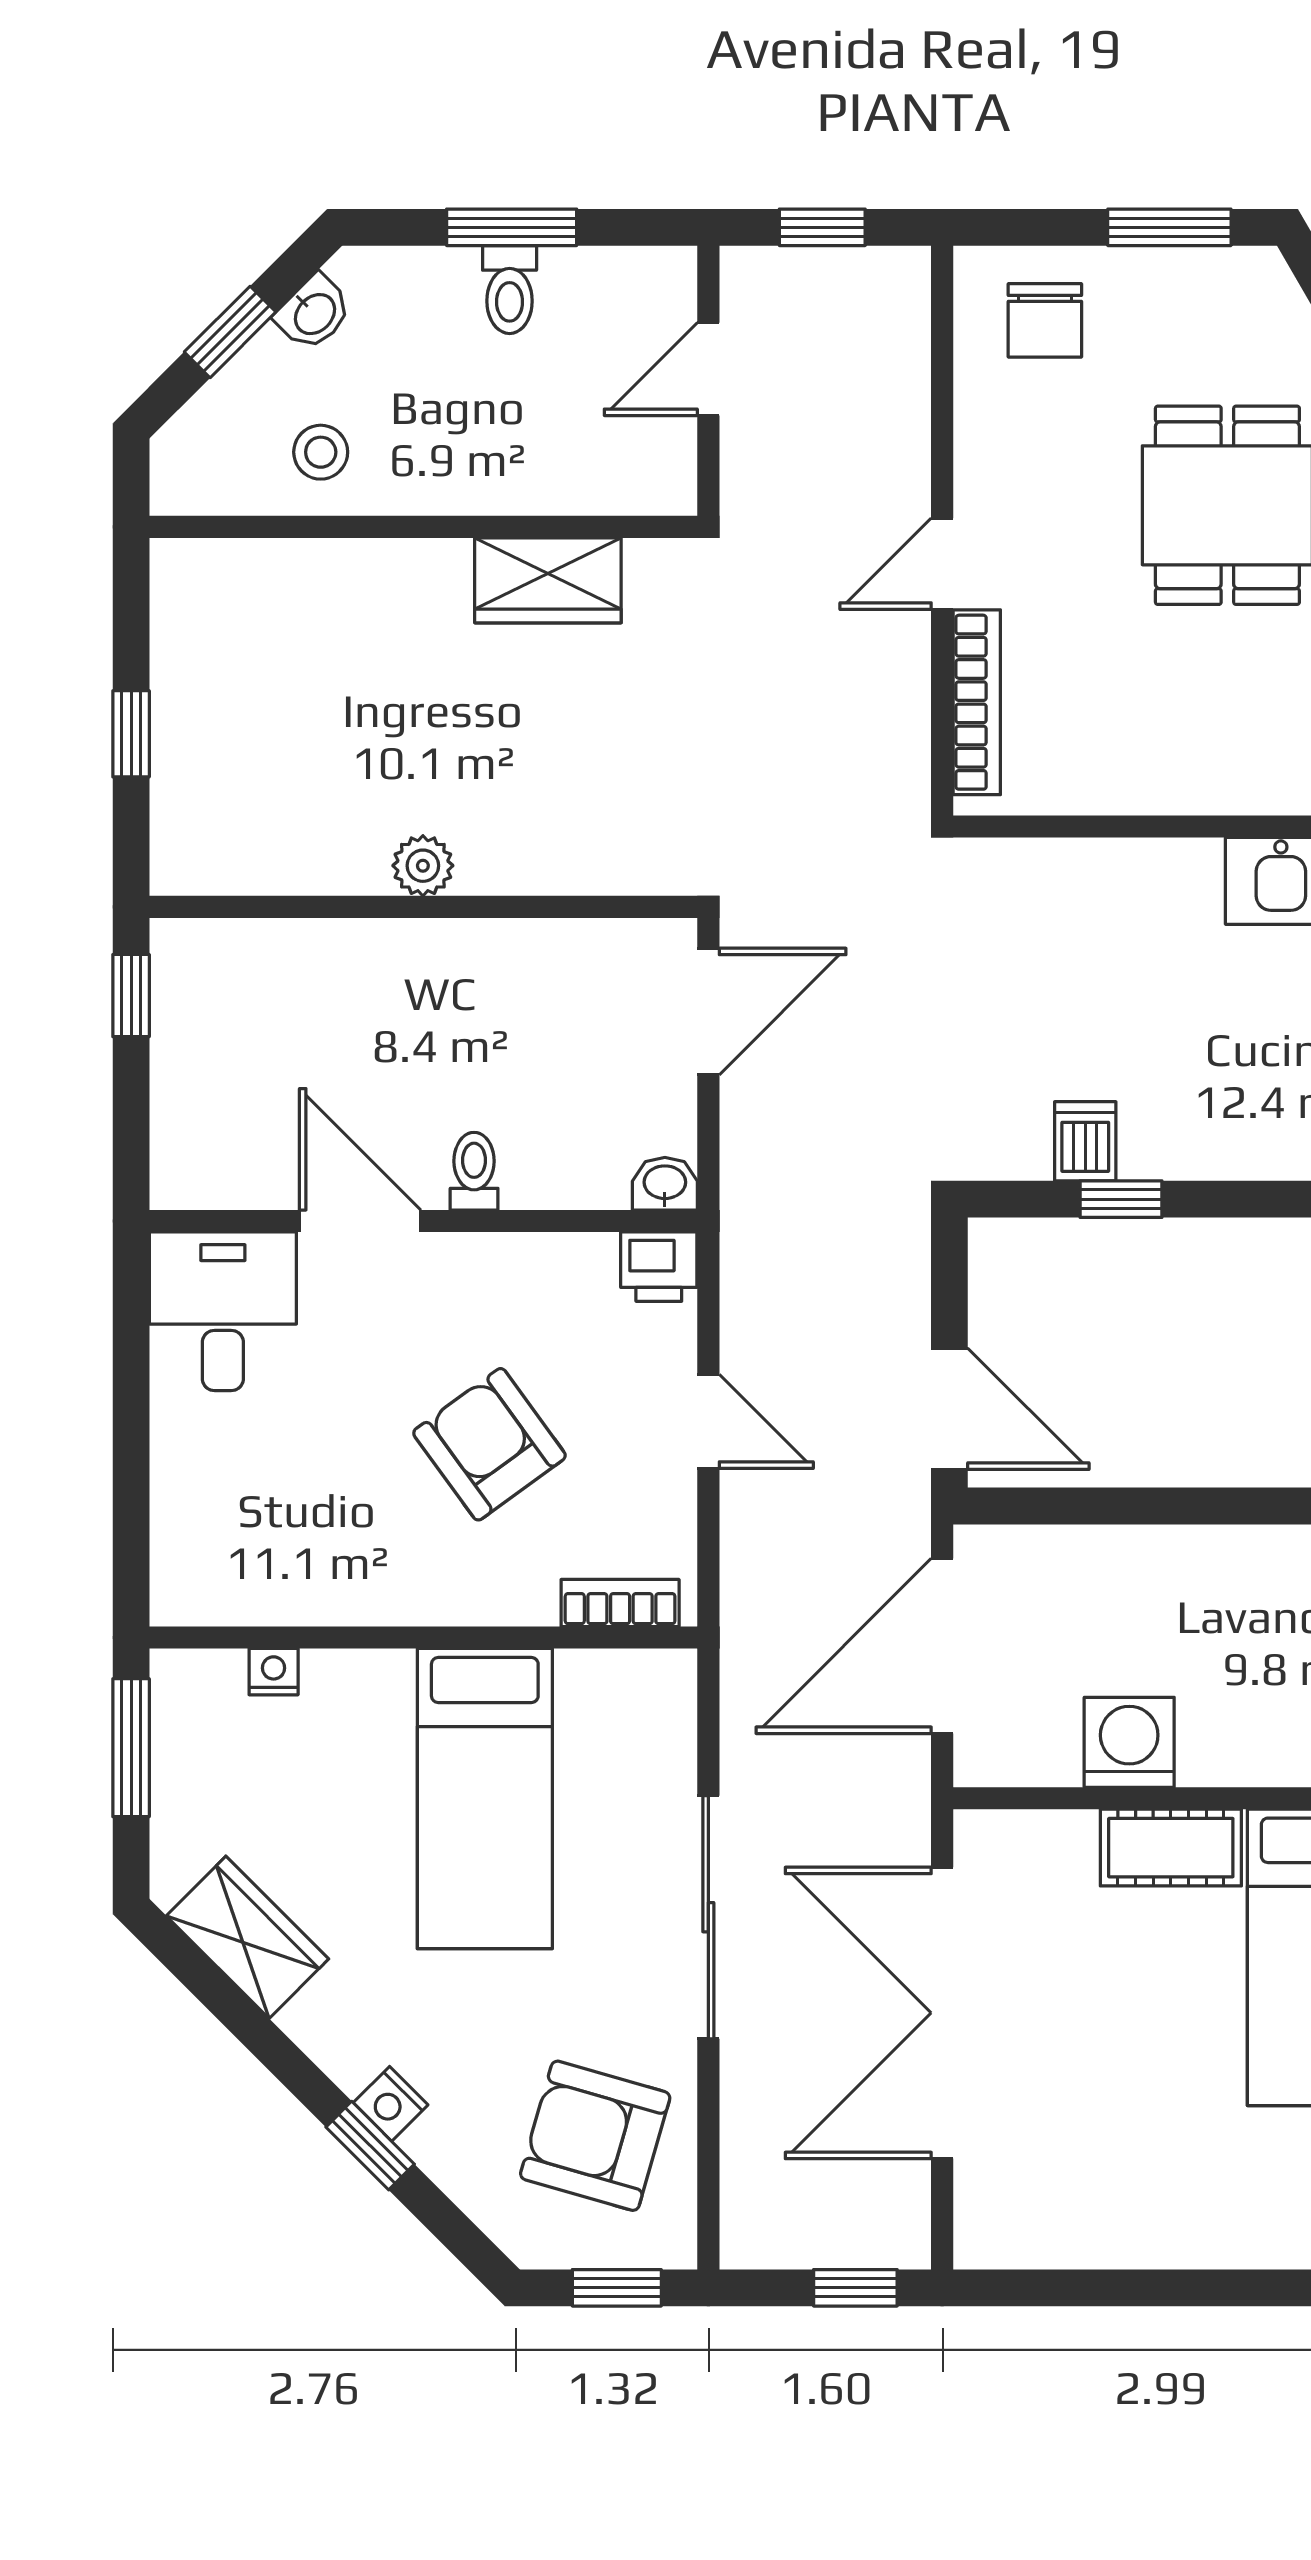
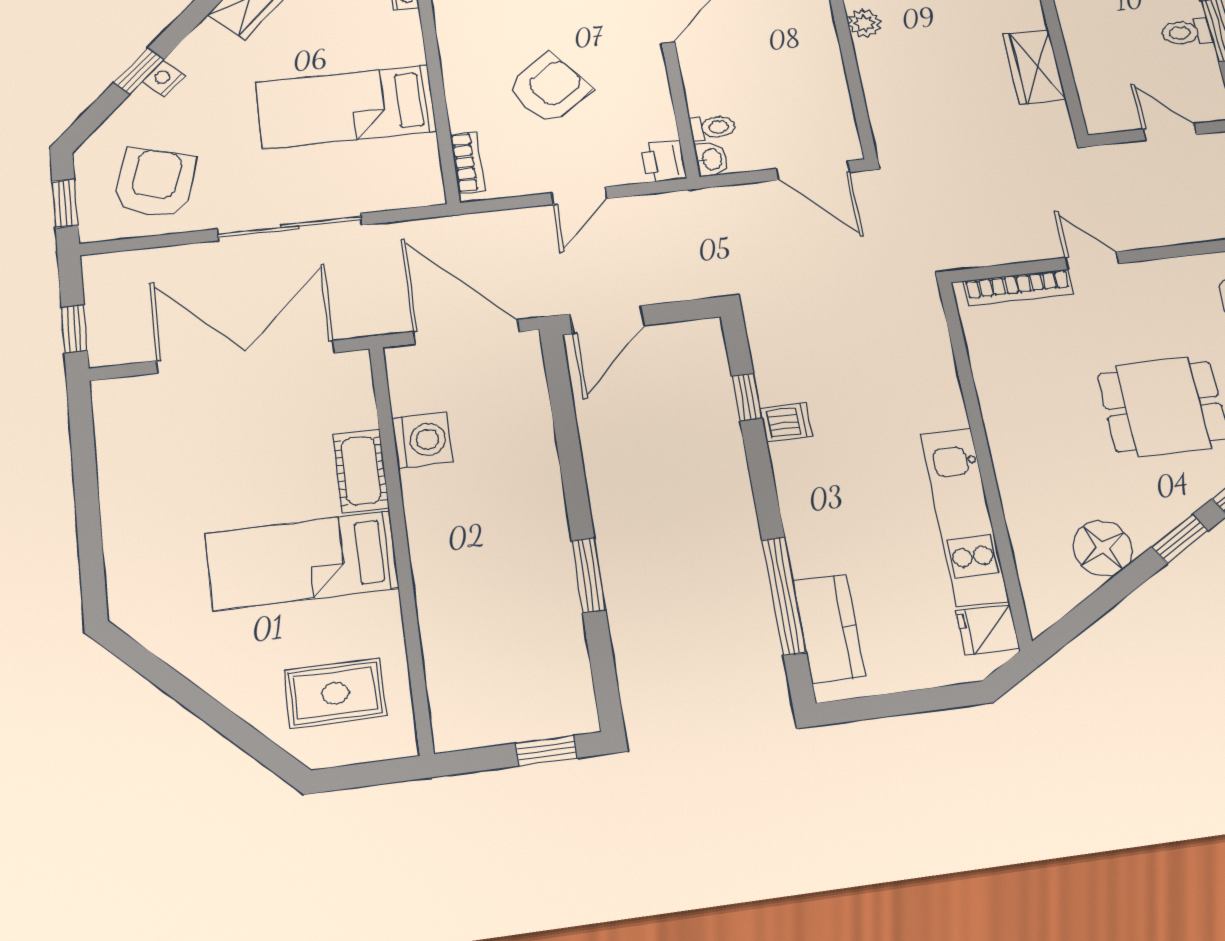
dishwasher: (1085, 1141) -> (787, 422), moved
toilet: (474, 1171) -> (713, 128), moved

